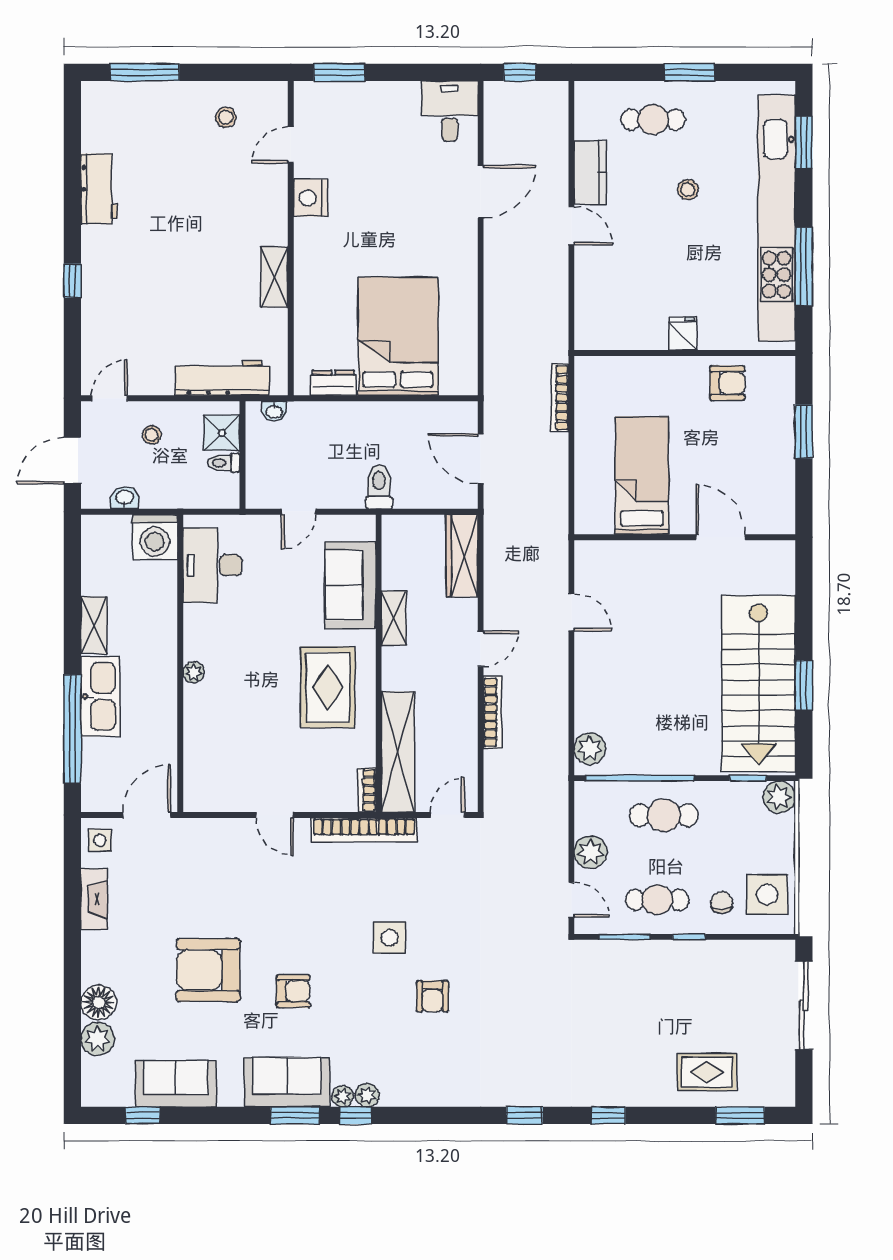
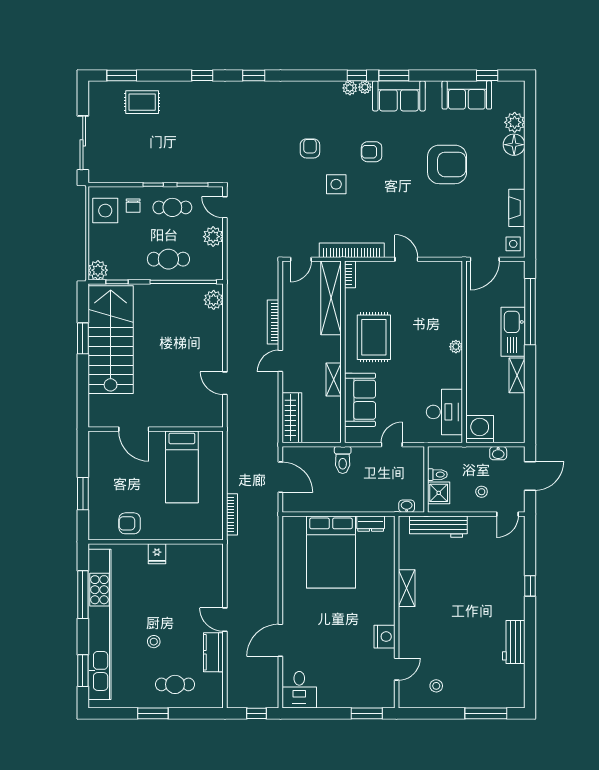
armchair: (293, 991) -> (372, 152), moved

